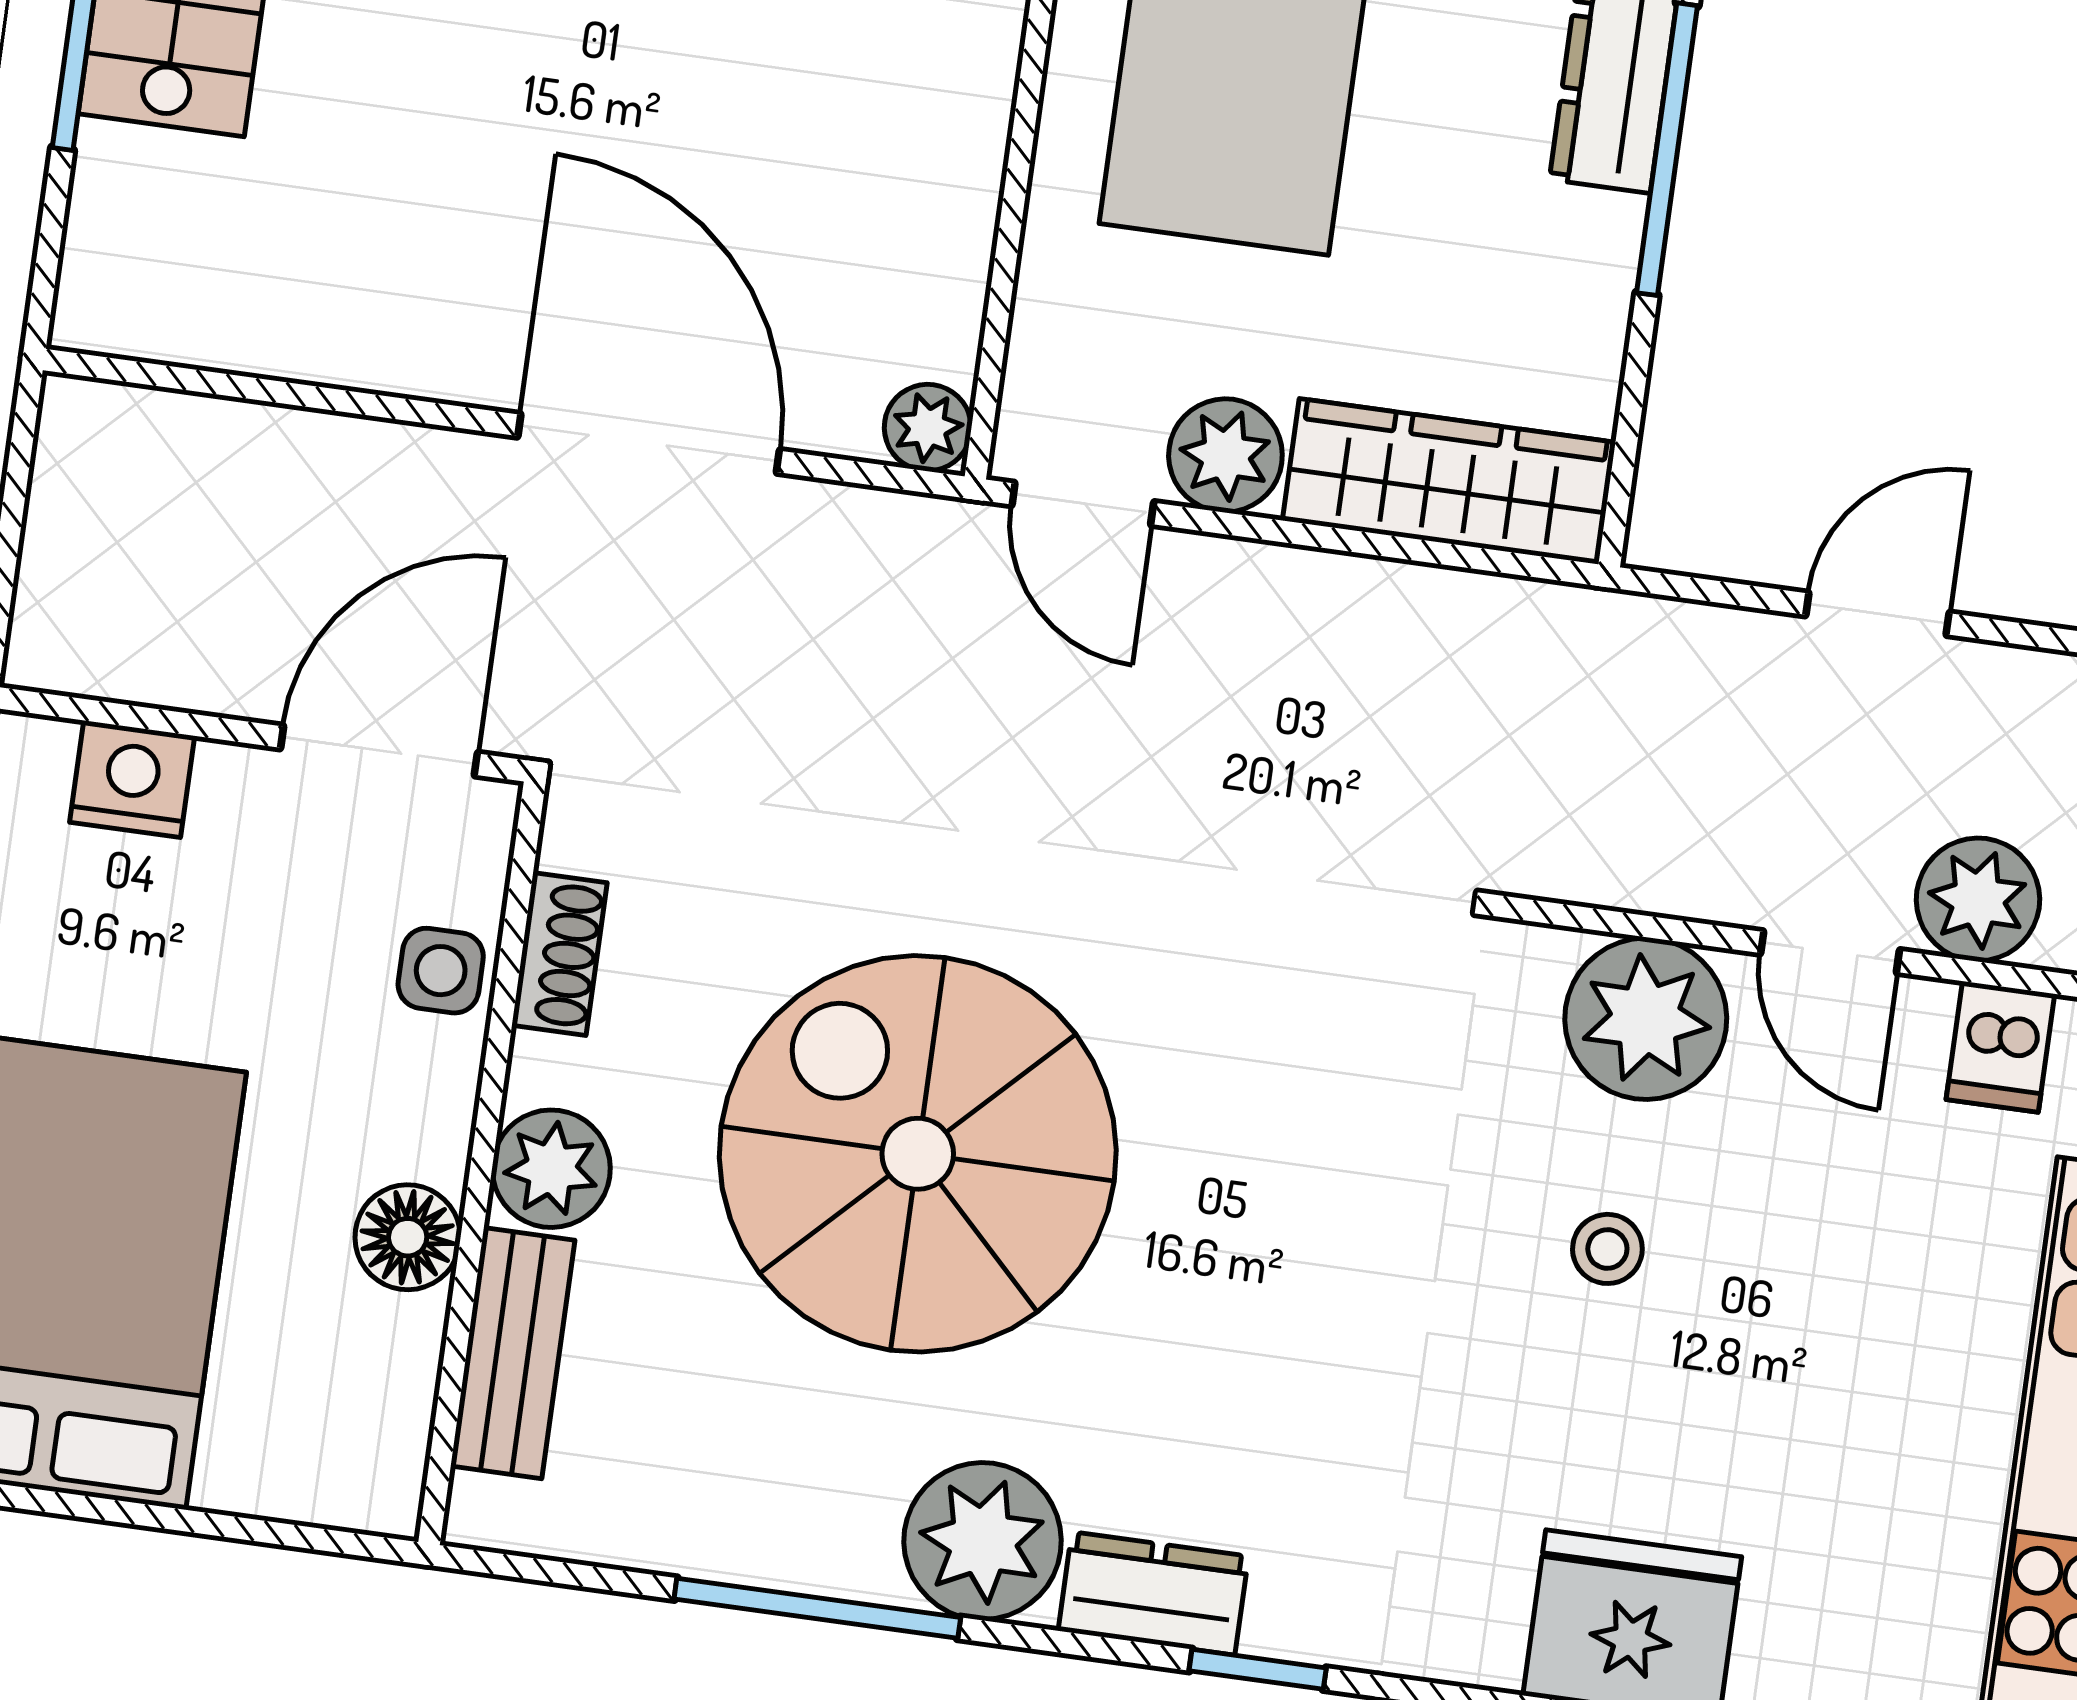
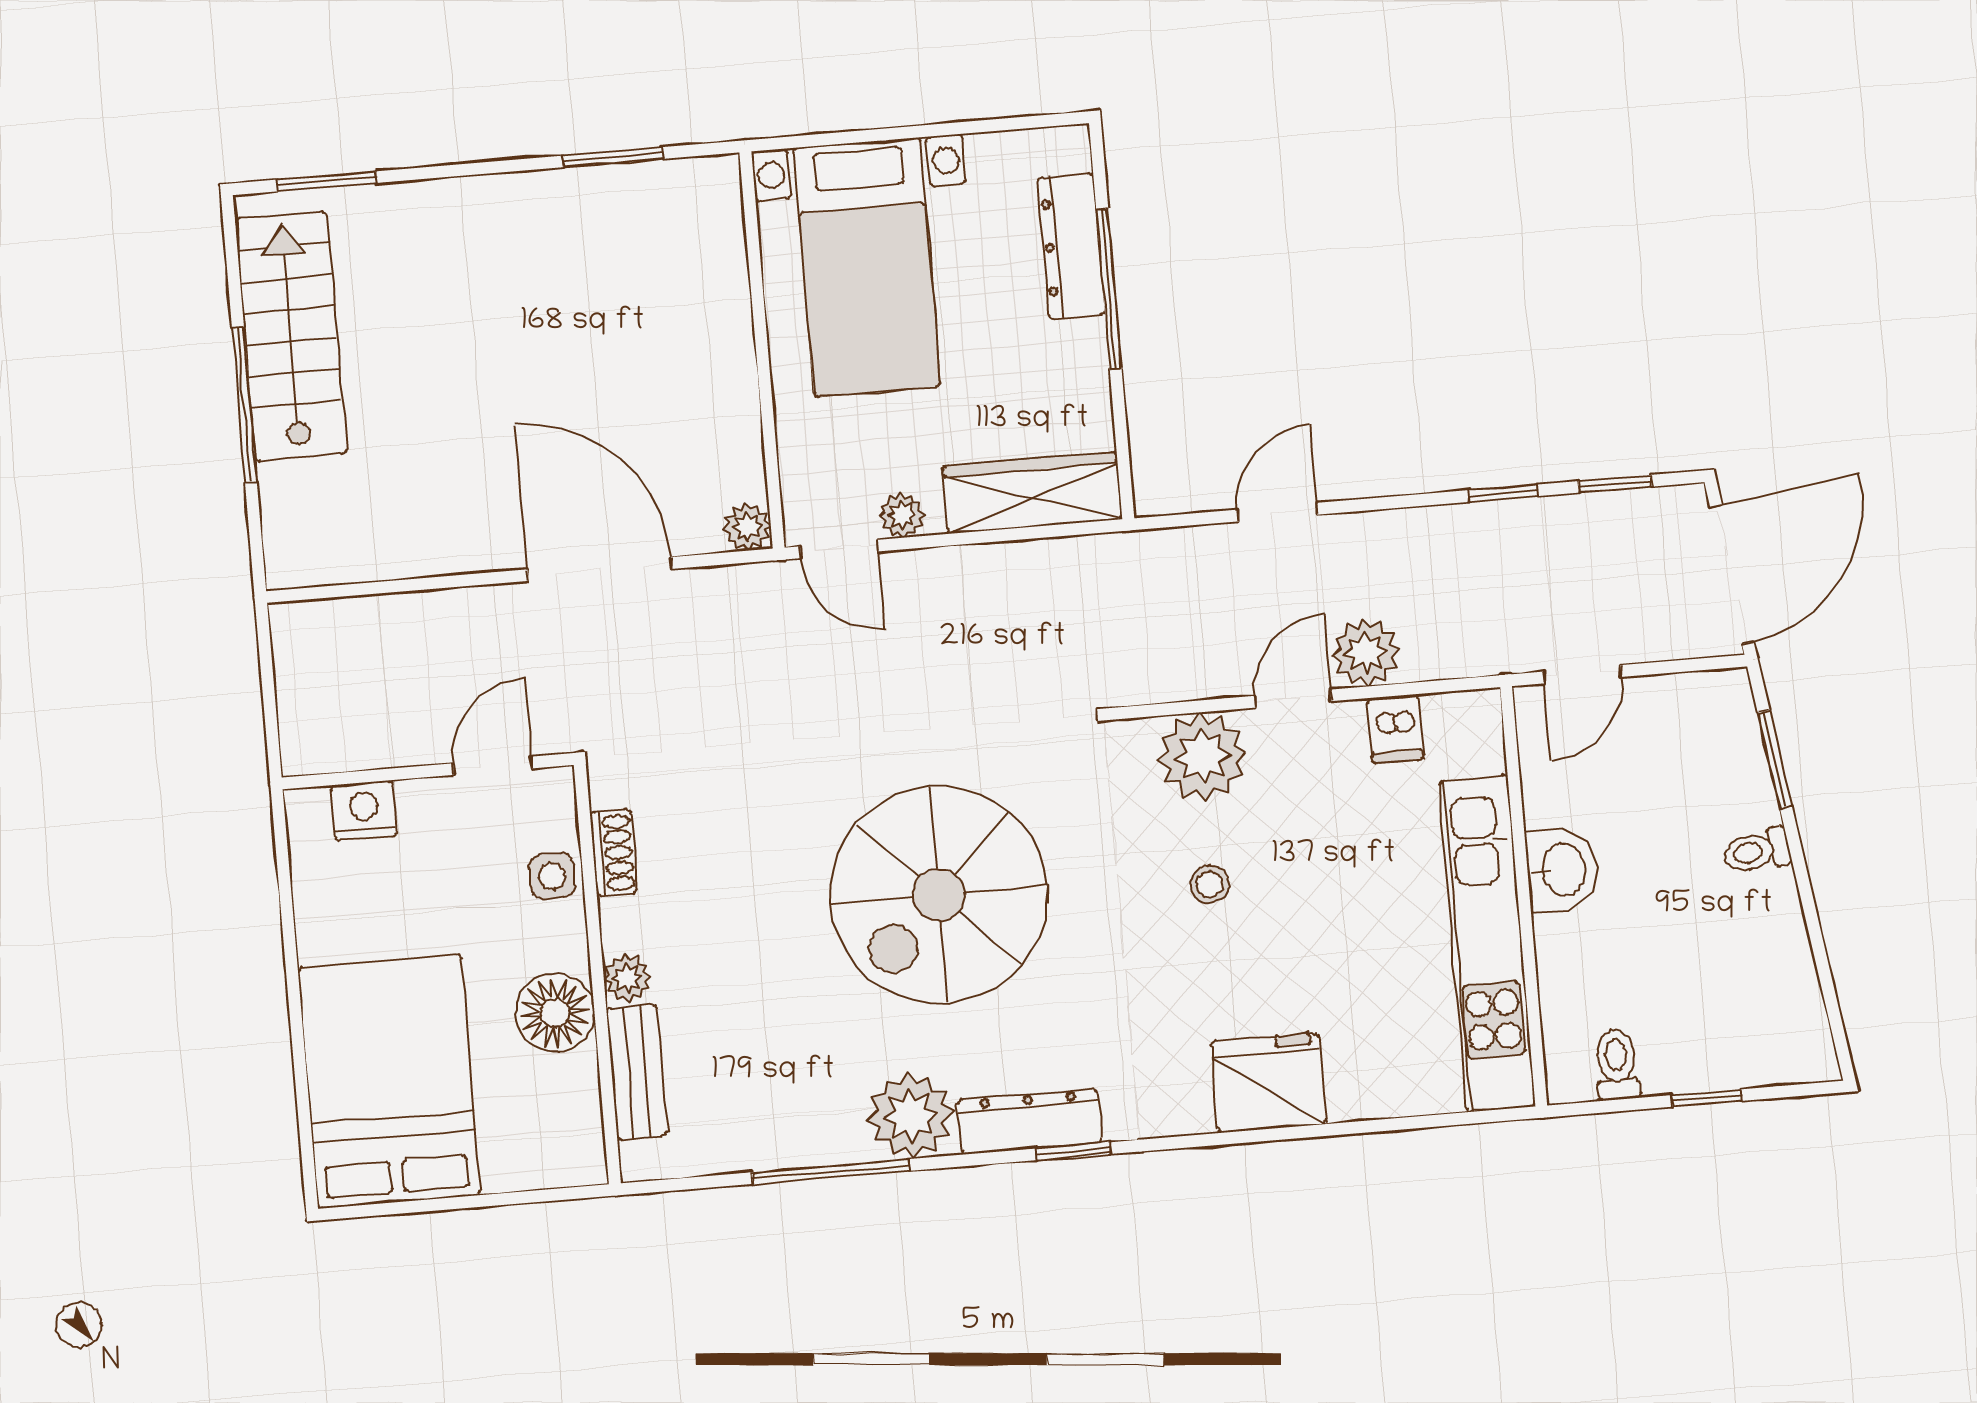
plant: (1225, 455) -> (902, 515), width x0.73, depth x0.73
door: (379, 751) -> (493, 766), width x0.73
door: (1830, 952) -> (1293, 699), swing flipped
spiral stairs: (918, 1154) -> (939, 895), moved, turned -90
plant: (551, 1169) -> (627, 978), width x0.73, depth x0.73
floor lamp: (408, 1237) -> (555, 1013), width x1.38, depth x1.38
dresser: (1153, 1593) -> (1030, 1121), width x1.44

